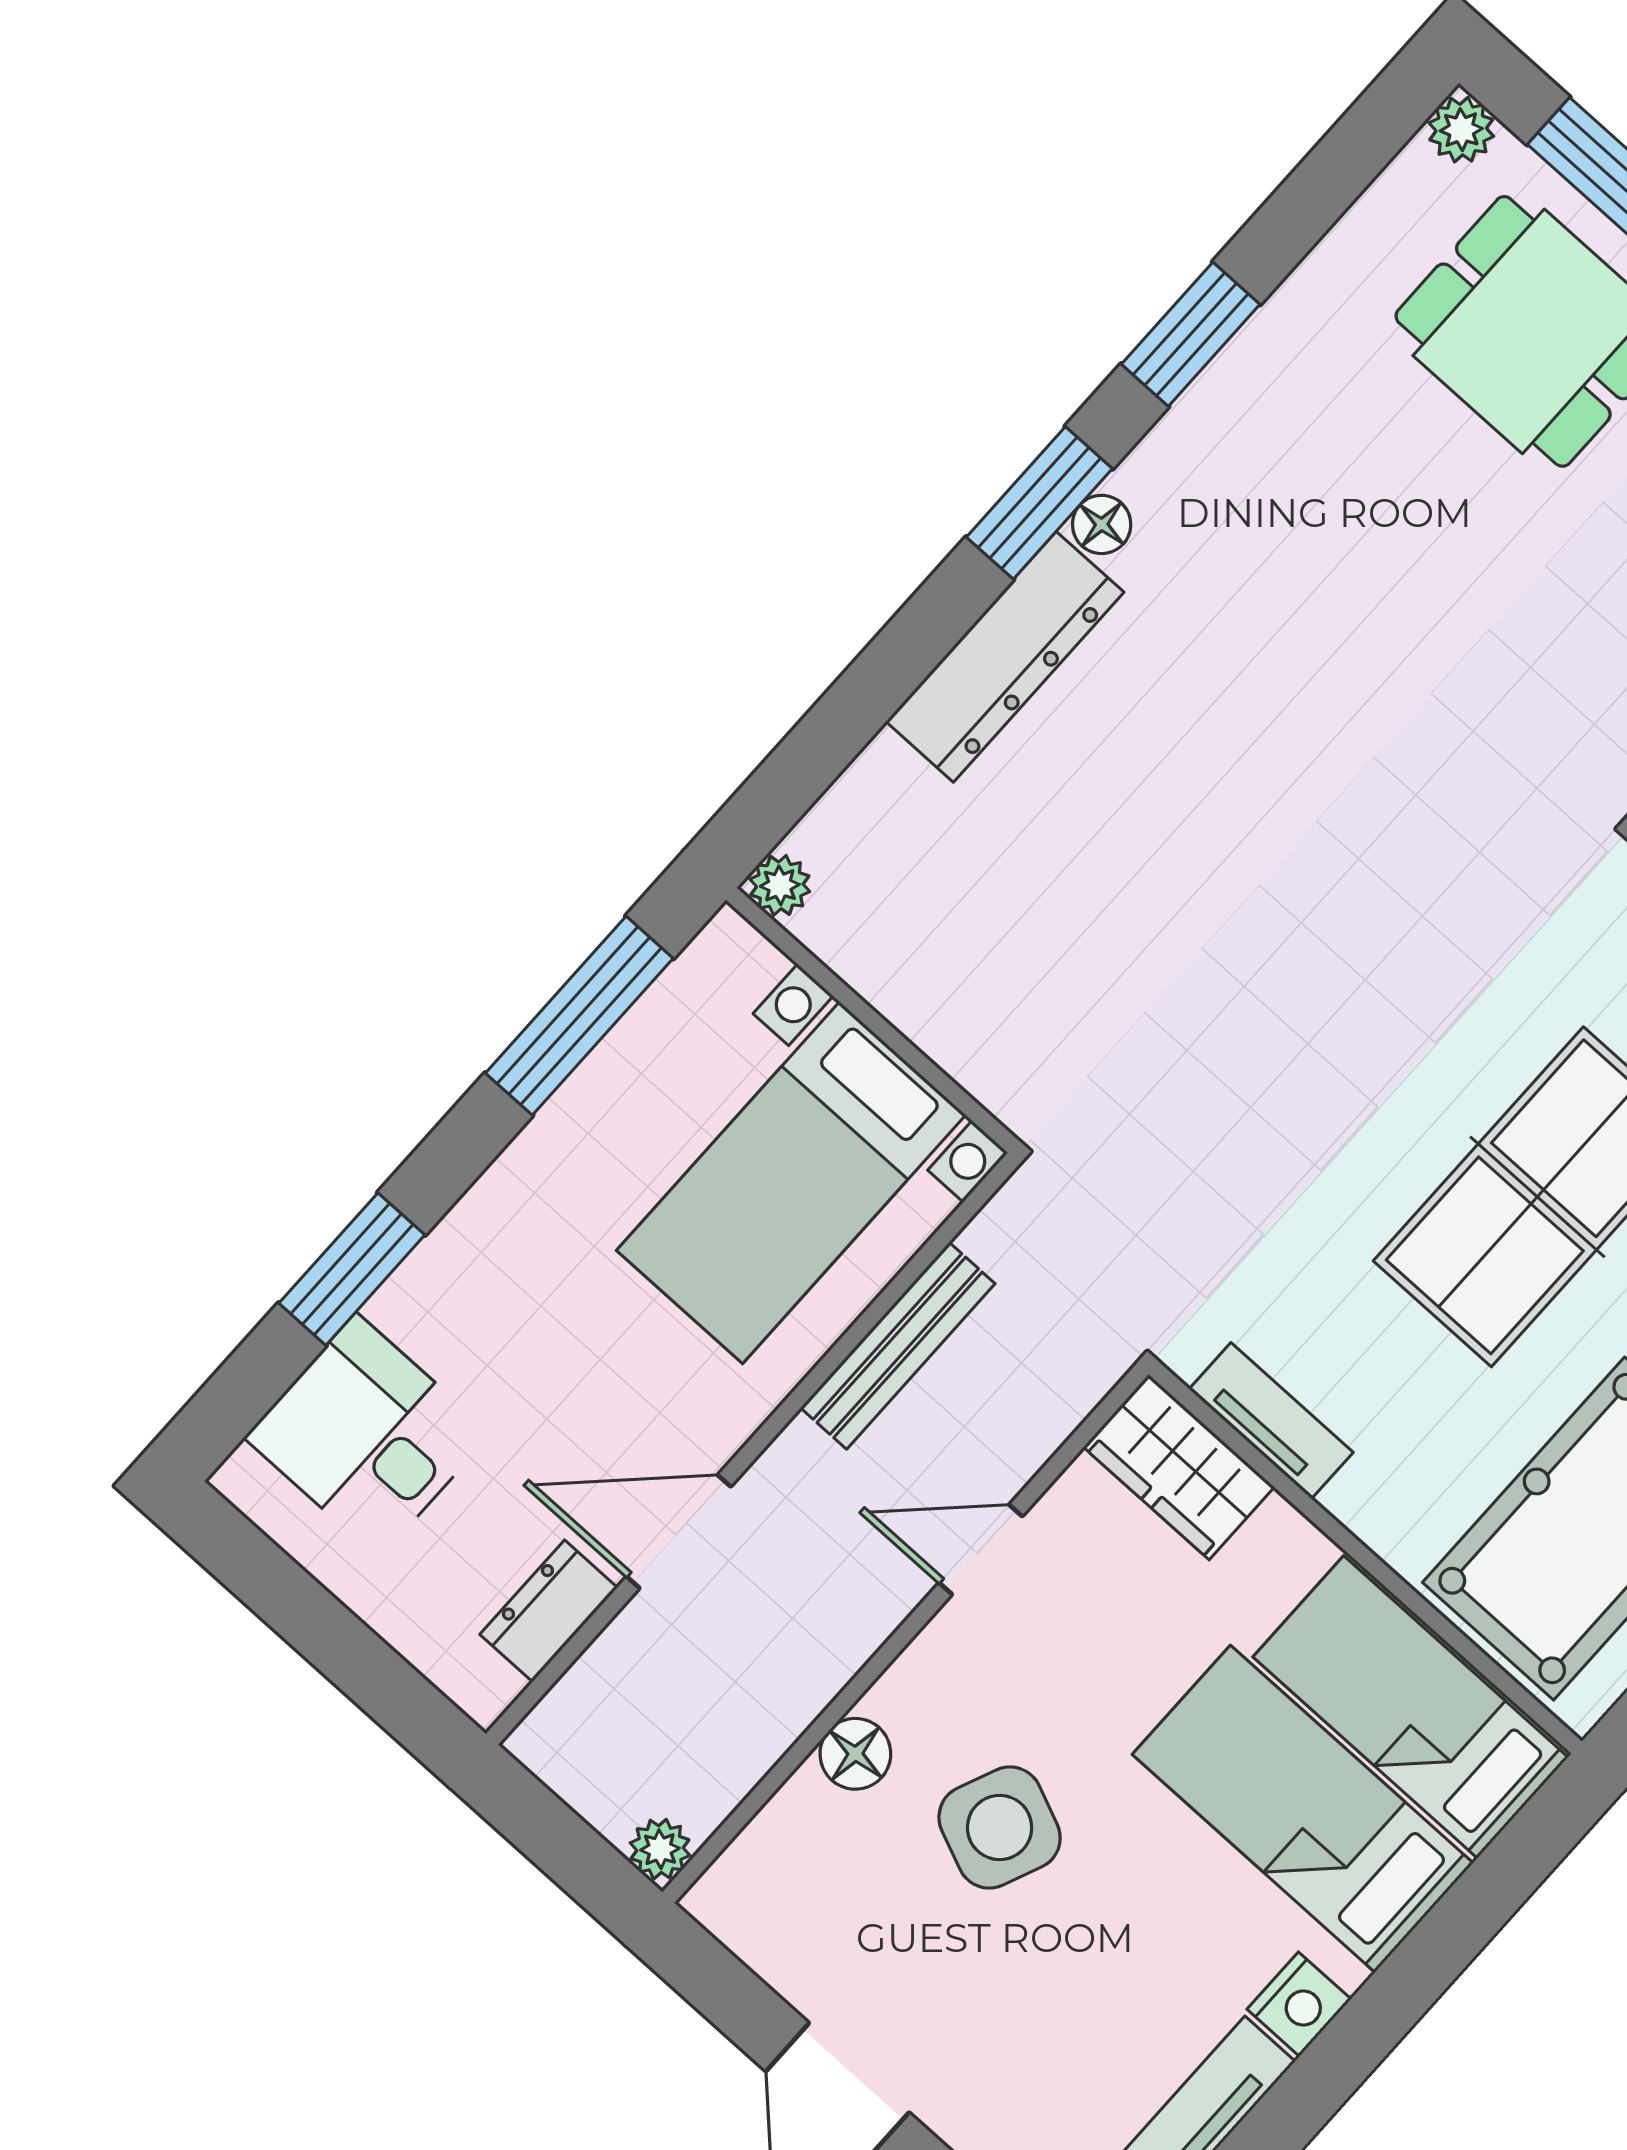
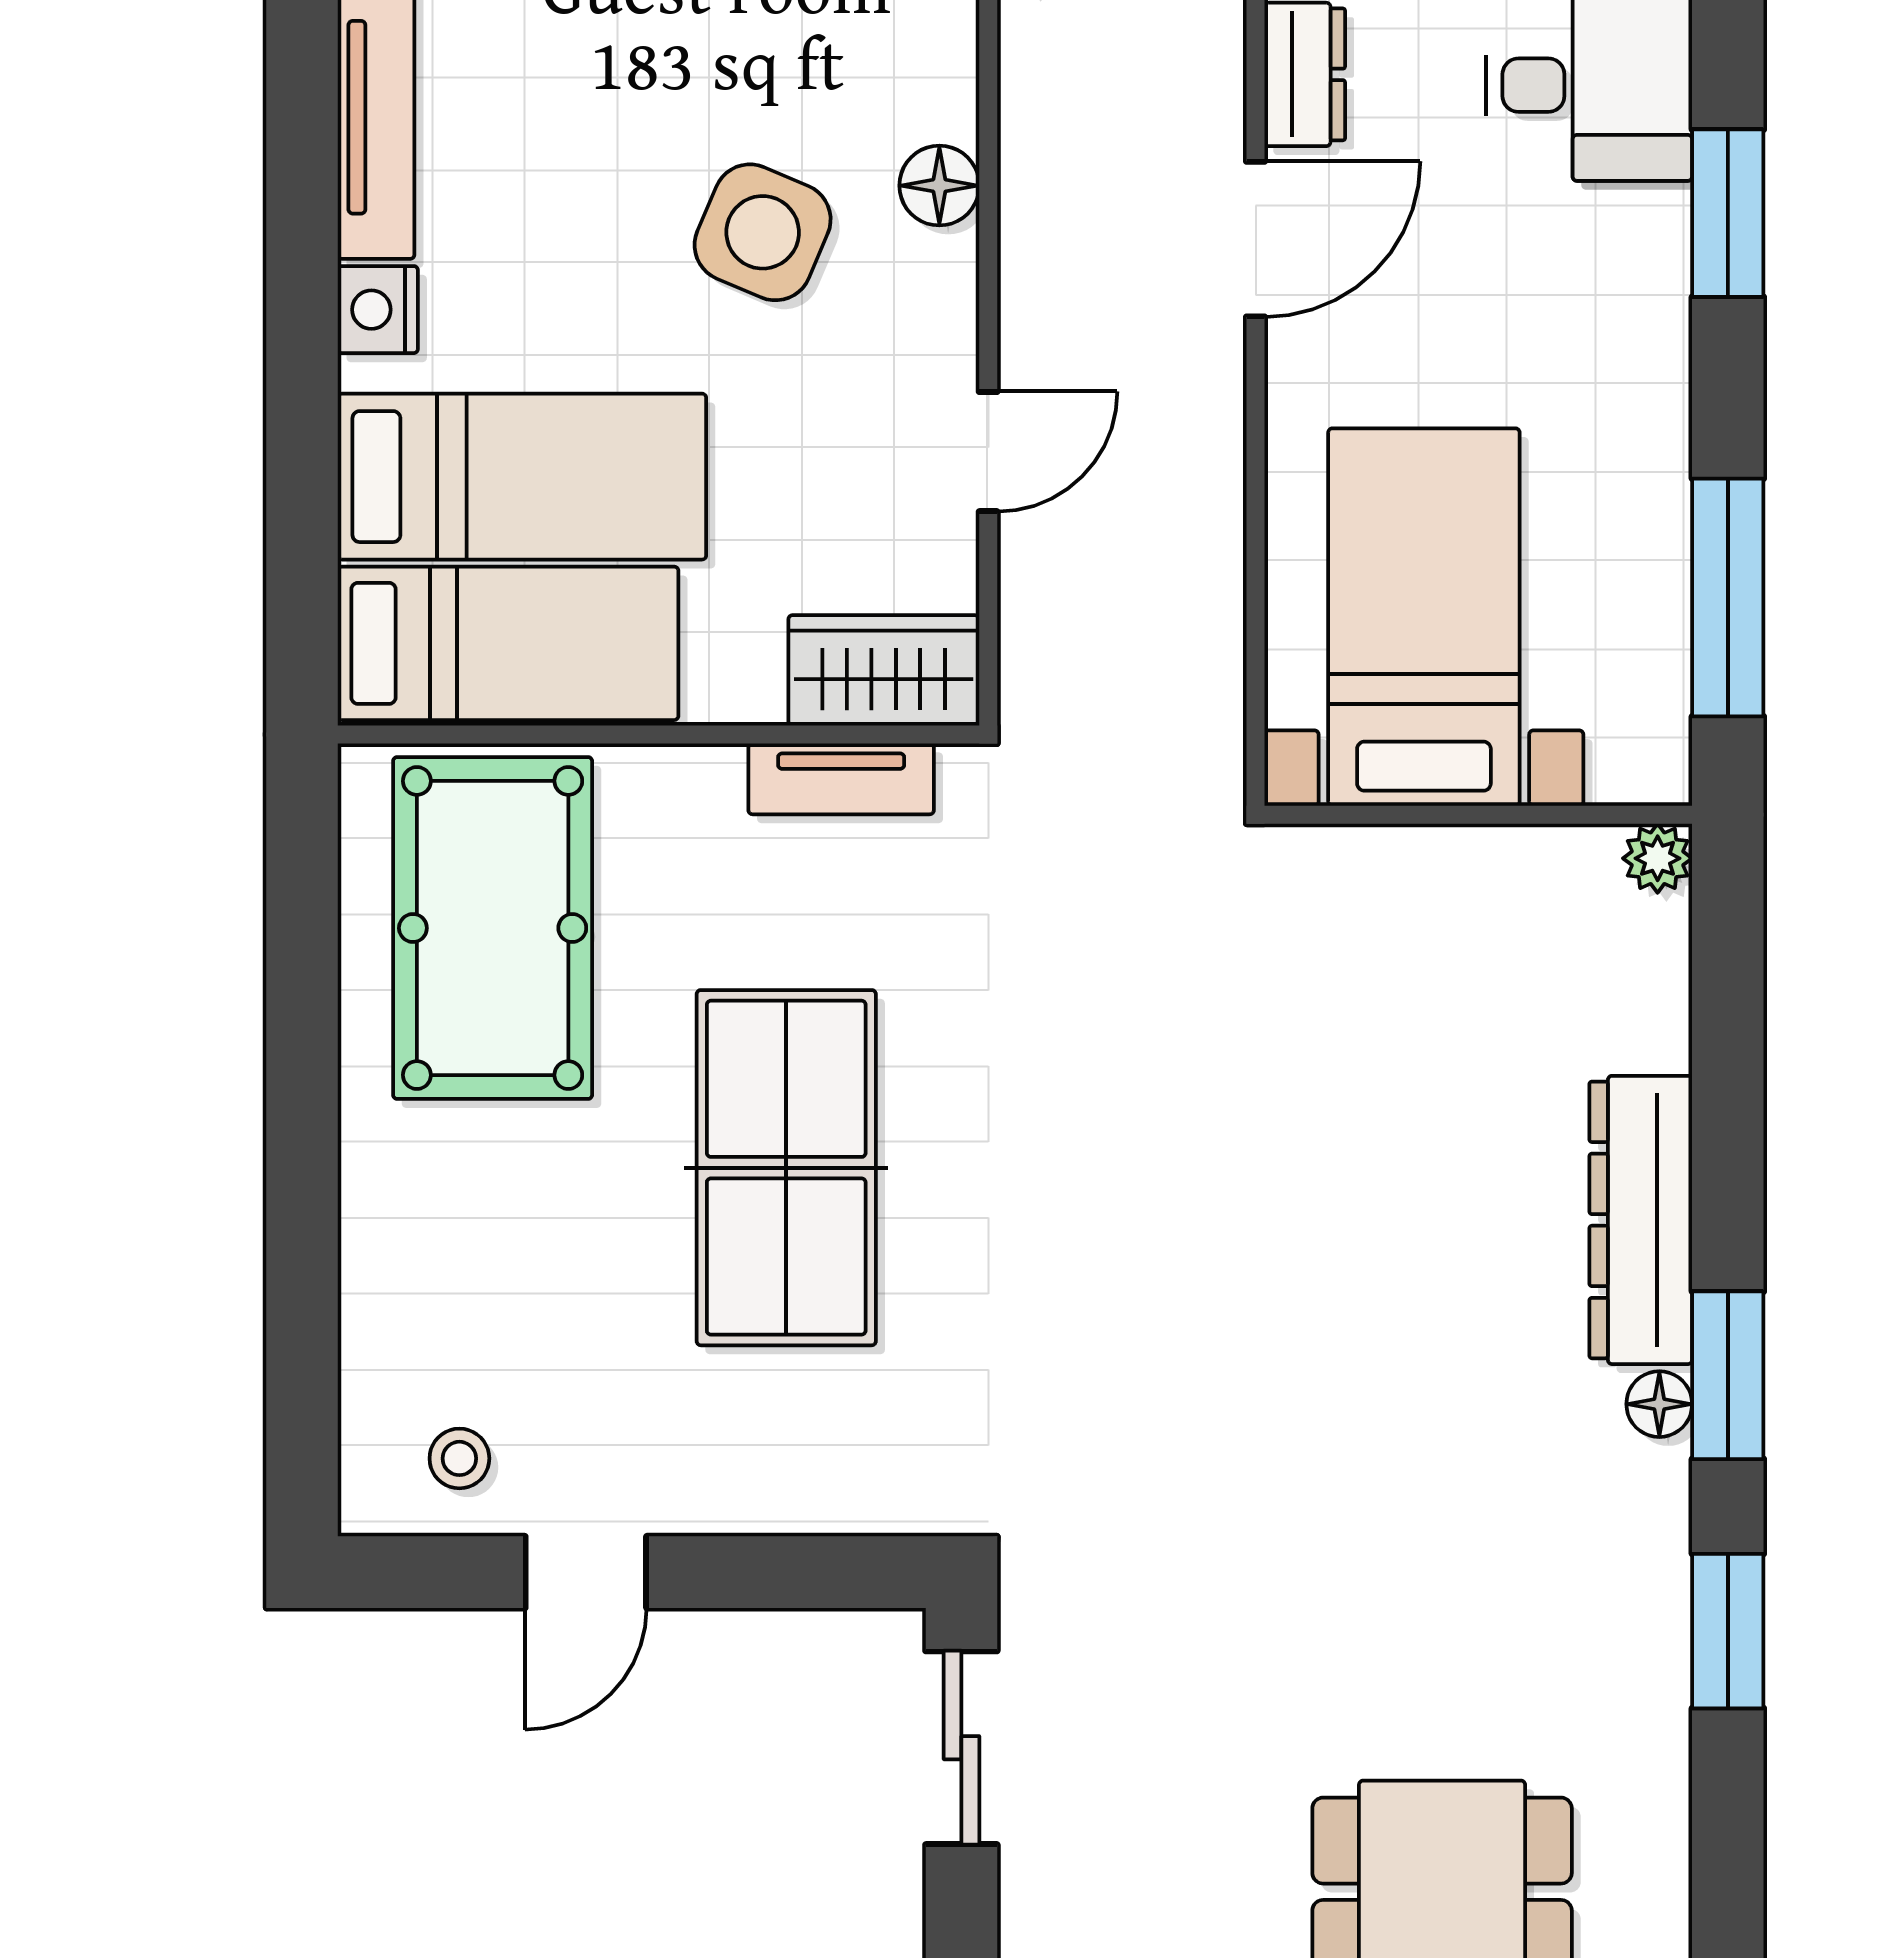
bench: (898, 1346) -> (1211, 560), removed

